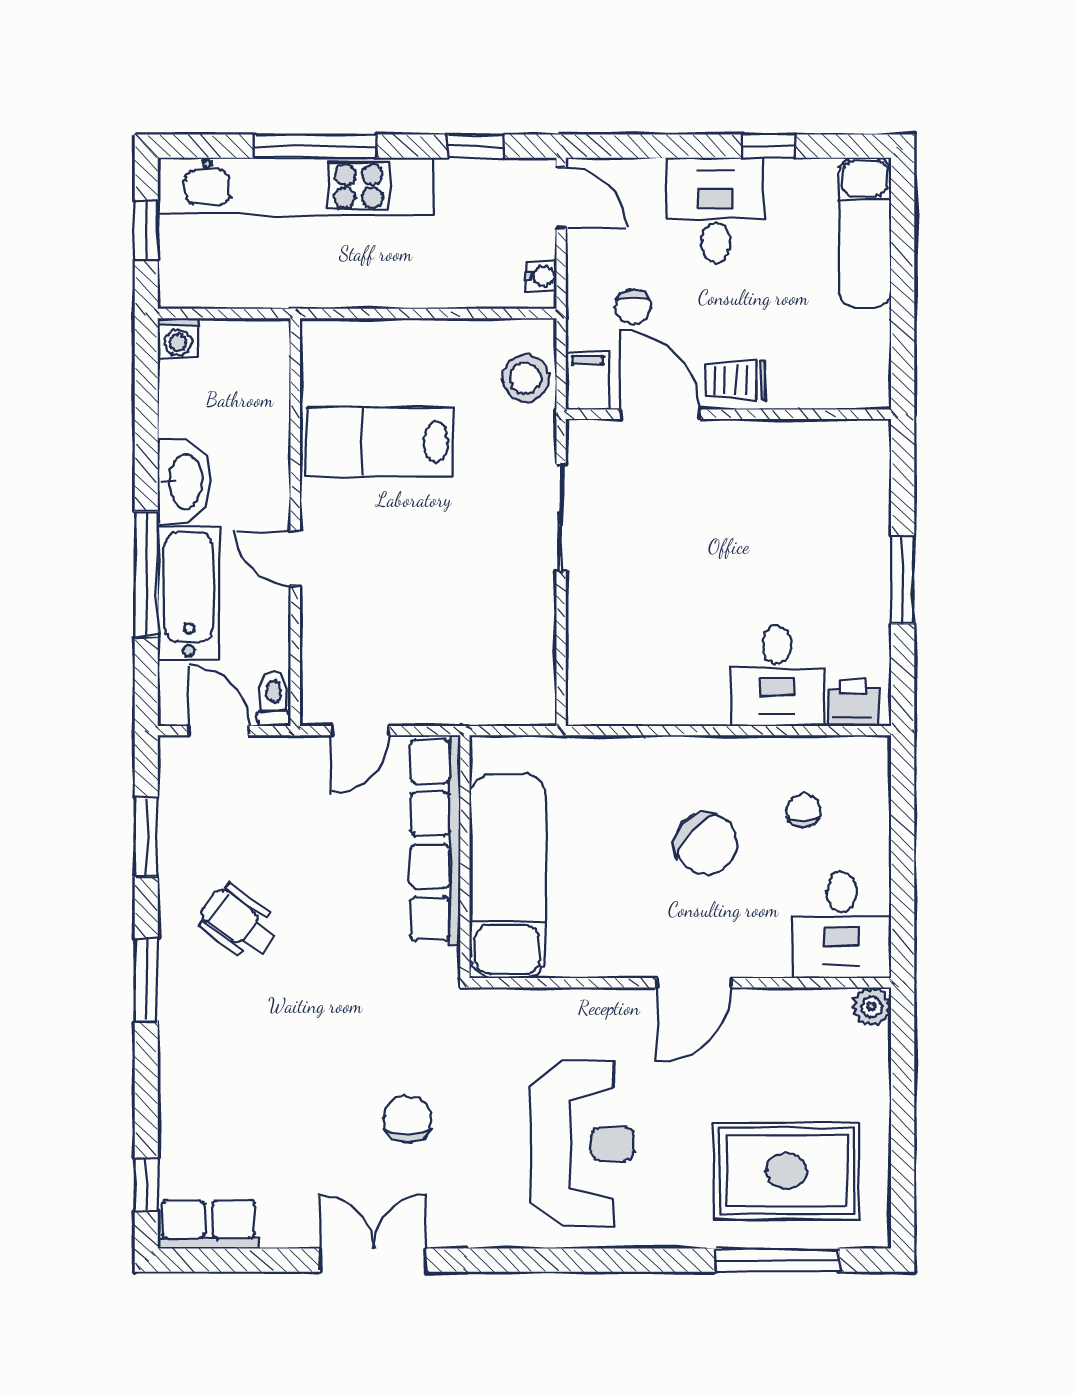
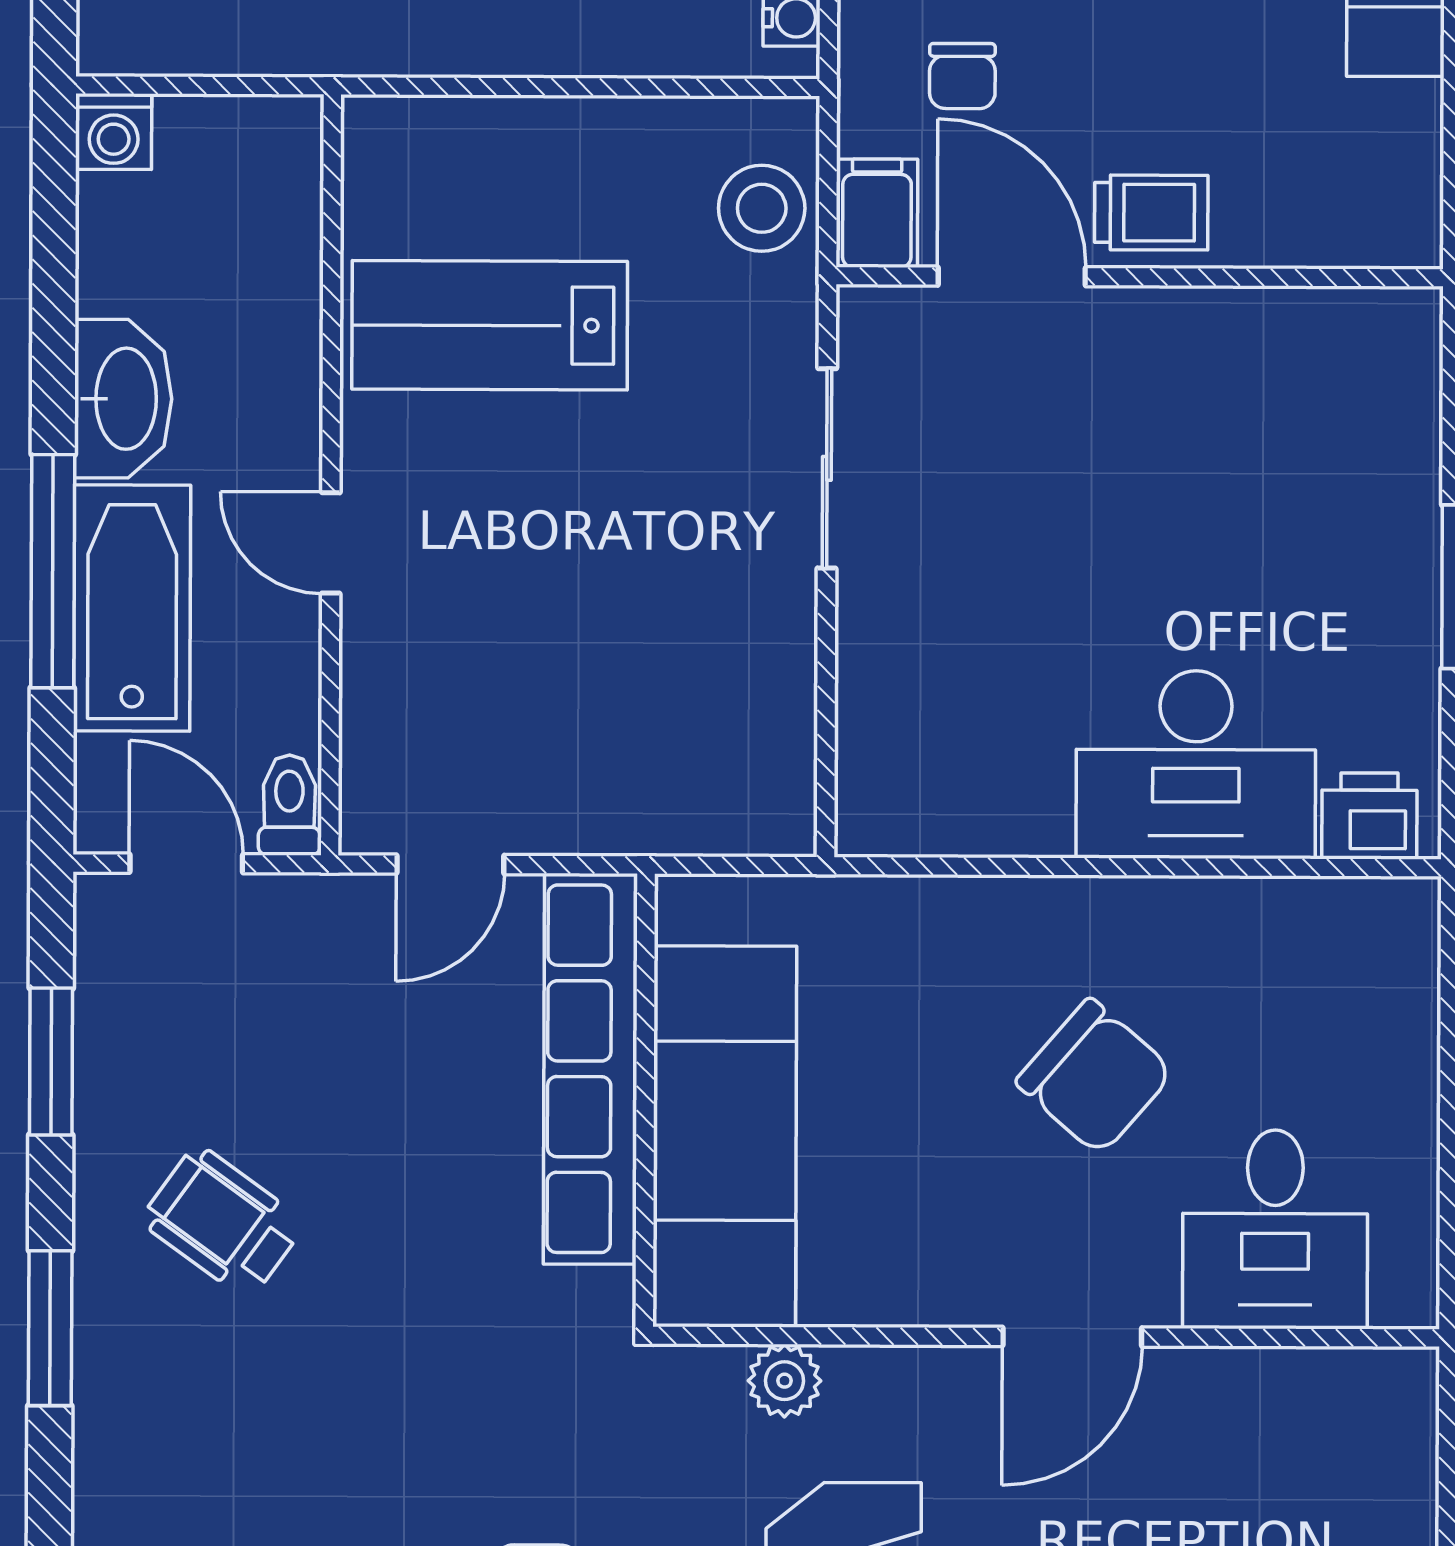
trolley: (735, 380) -> (1151, 213), turned 180
desk: (777, 676) -> (1196, 764), width x1.37
chair: (804, 811) -> (1277, 1016), removed
desk: (842, 925) -> (1275, 1229), moved
plant: (872, 1007) -> (785, 1381), moved

